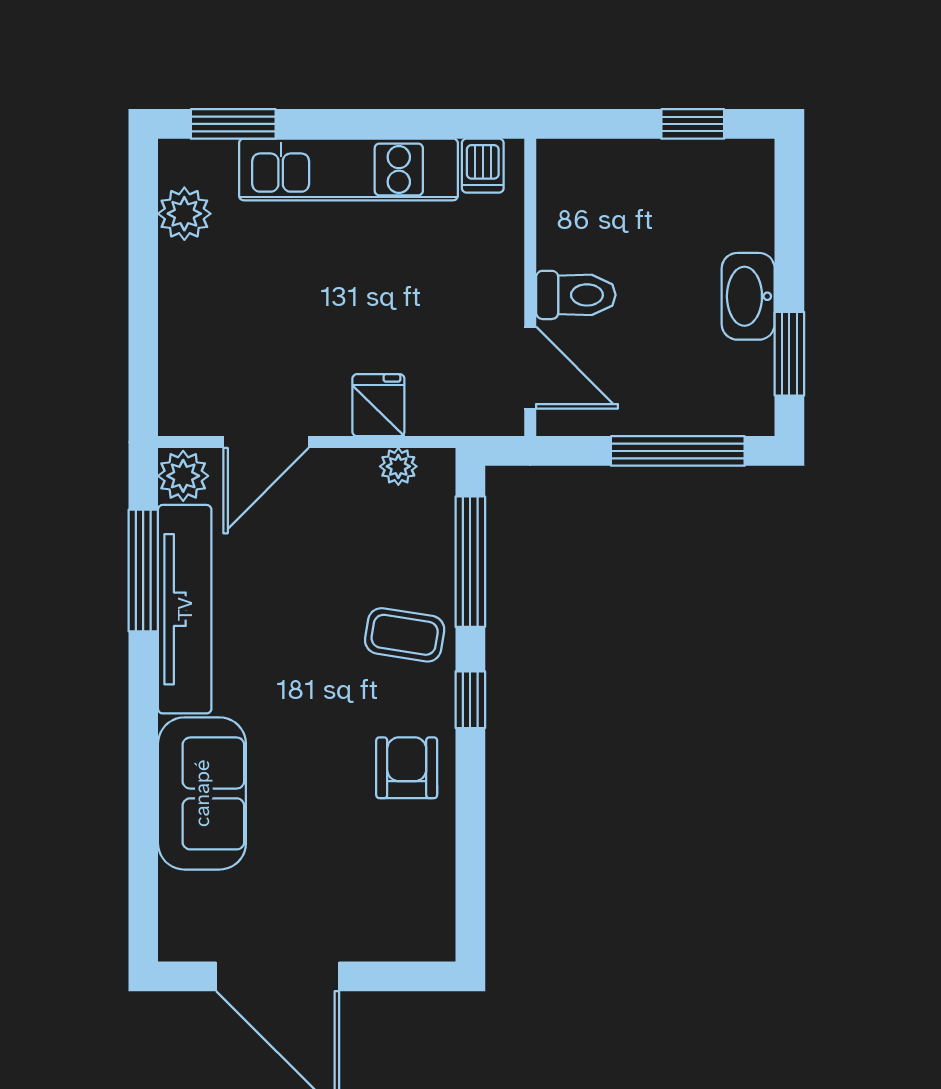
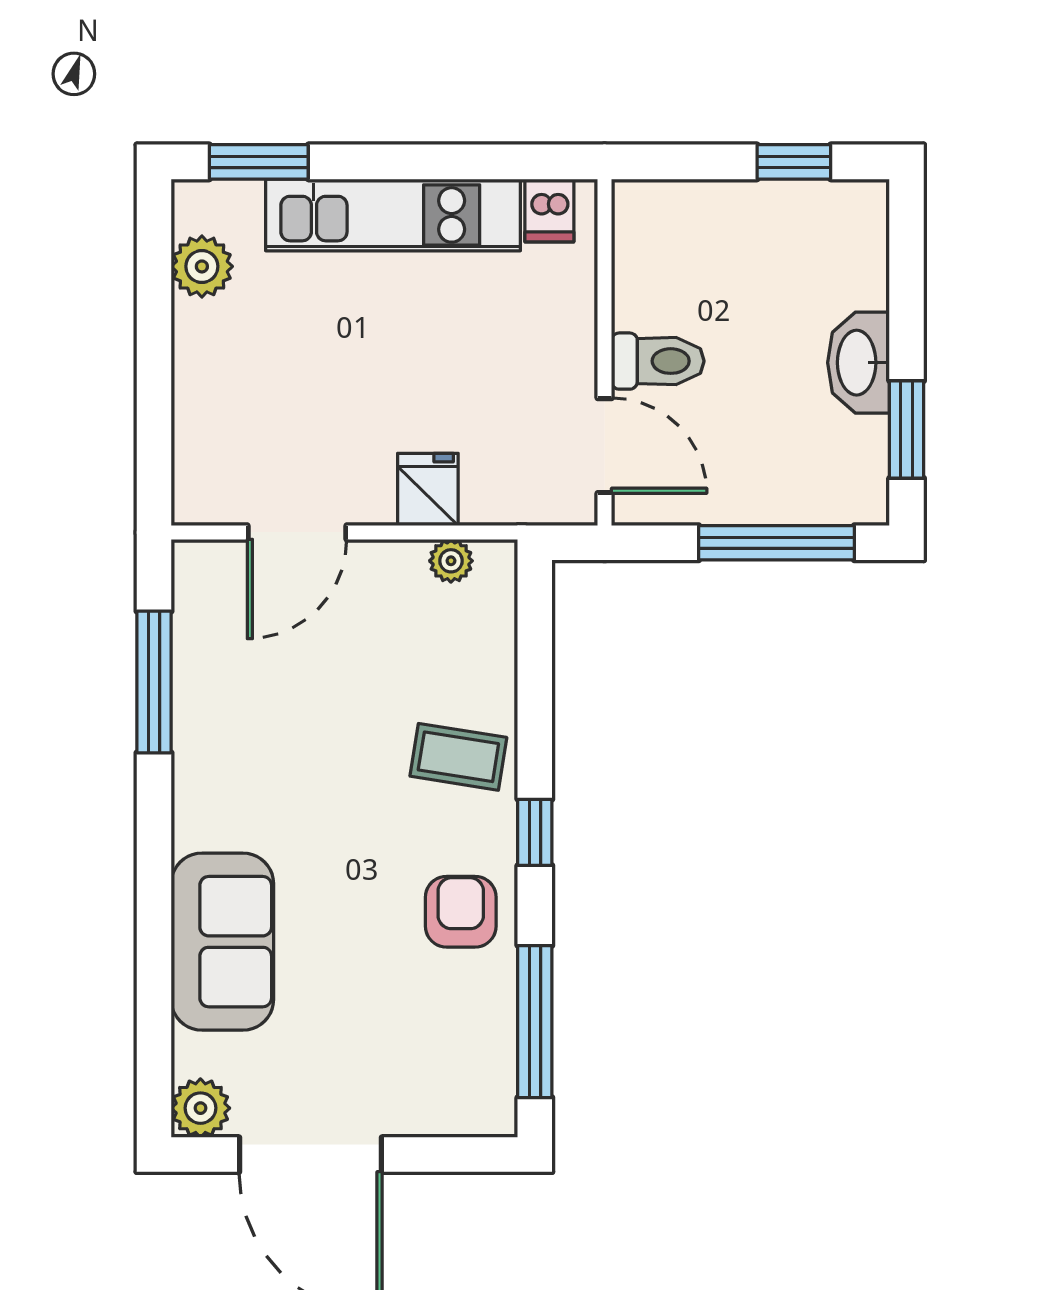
plant: (183, 476) -> (200, 1108), moved
window: (470, 562) -> (535, 1022), moved
tv unit: (185, 609) -> (202, 727), removed

